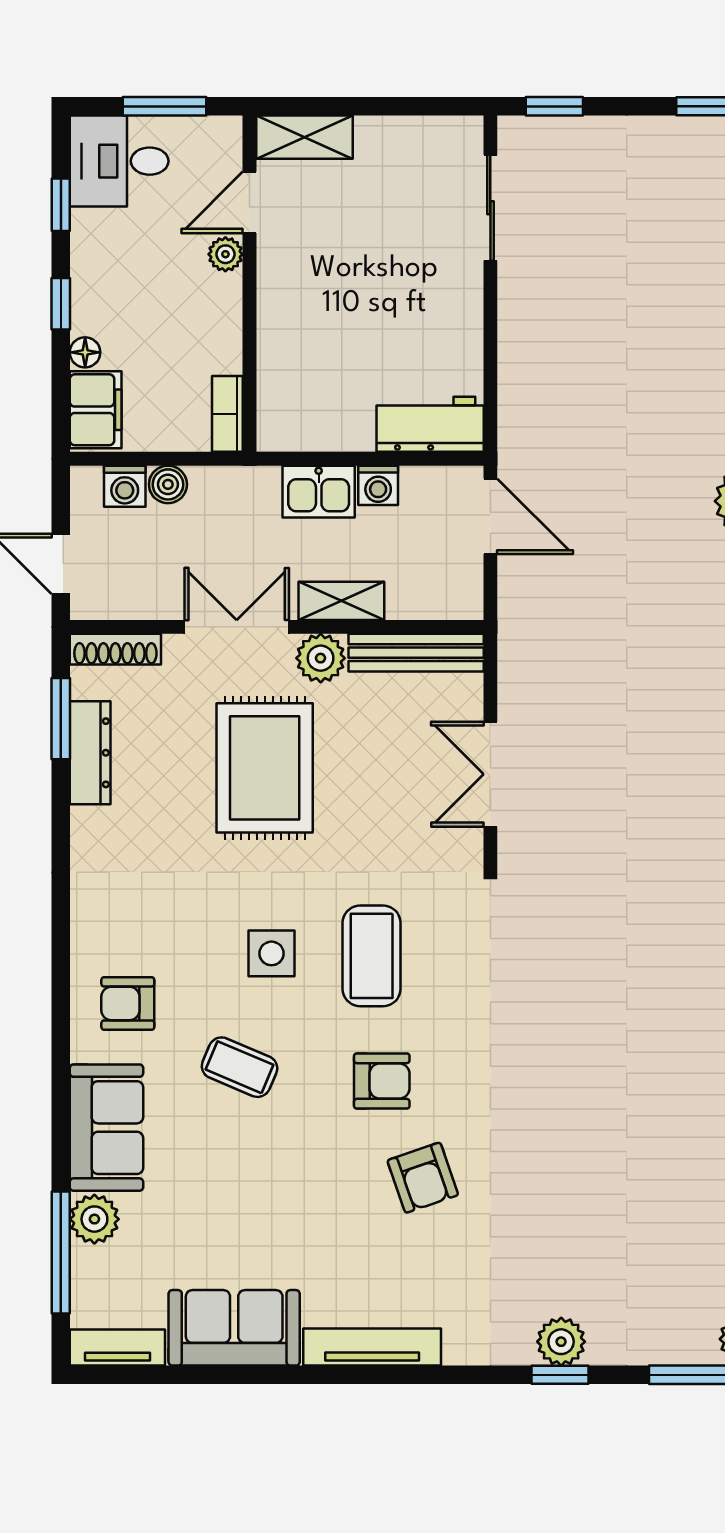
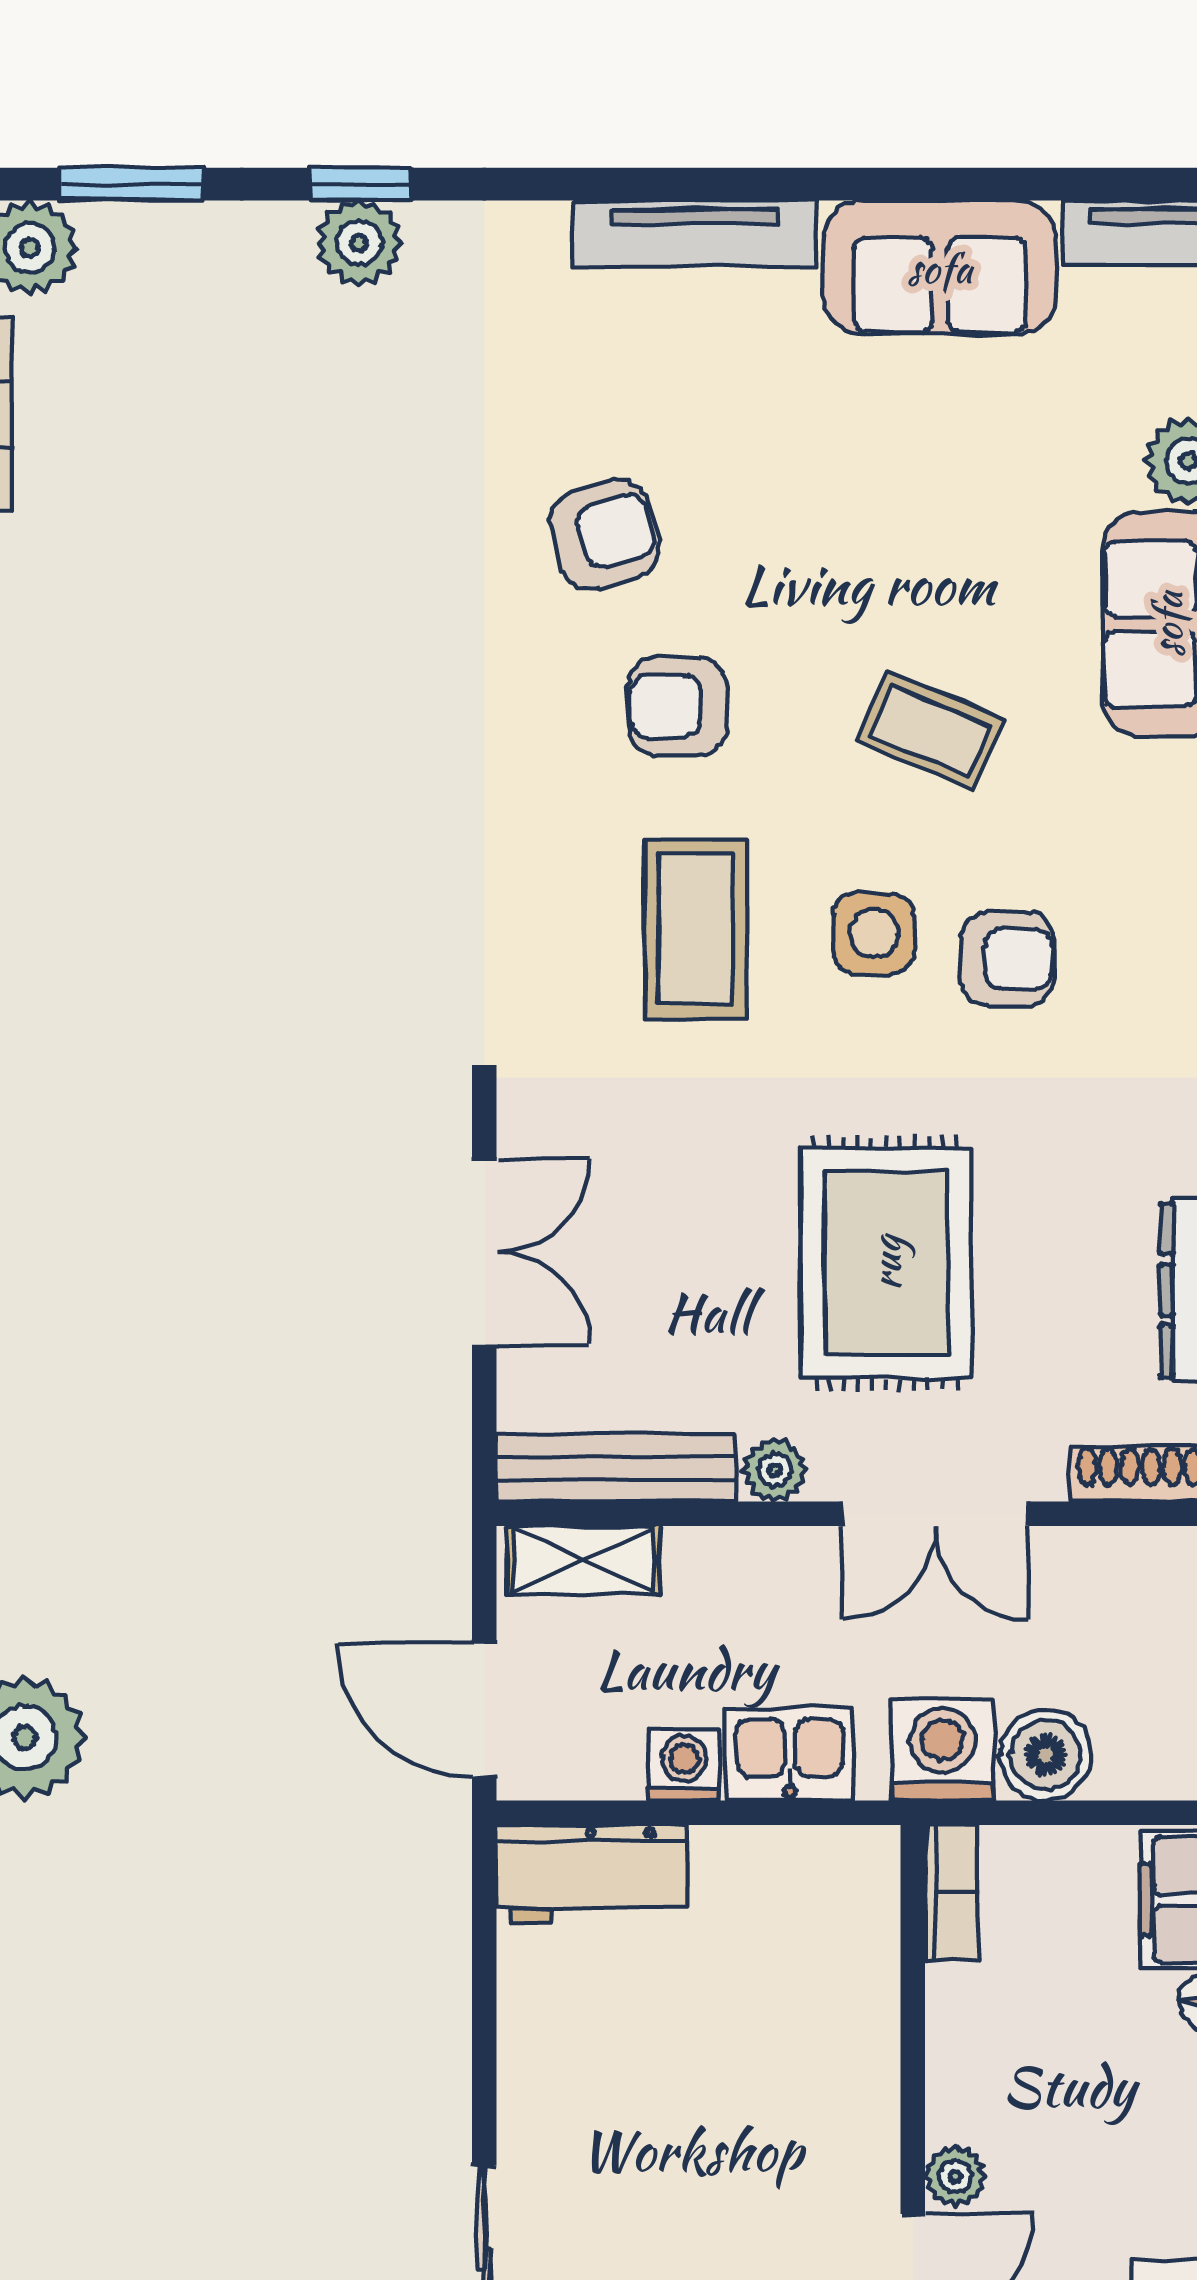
boiler: (168, 484) -> (1045, 1755), width x1.36, depth x1.36
washing machine: (125, 486) -> (942, 1750), moved, width x1.38, depth x1.38
shelving: (341, 601) -> (584, 1560), moved
plant: (321, 658) -> (775, 1470), width x0.73, depth x0.73
armchair: (128, 1003) -> (1007, 959), moved
armchair: (423, 1178) -> (605, 535), turned 92

